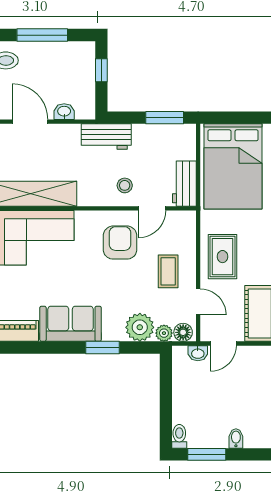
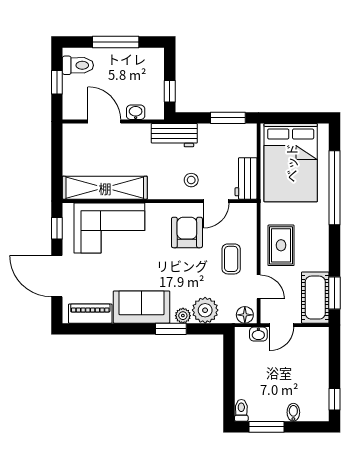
window: (101, 70) -> (170, 91), moved
plant: (164, 333) -> (183, 316), moved

